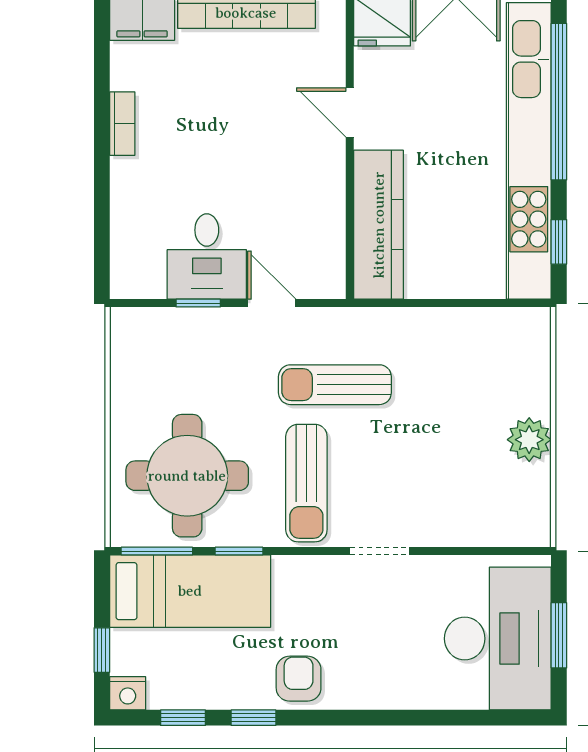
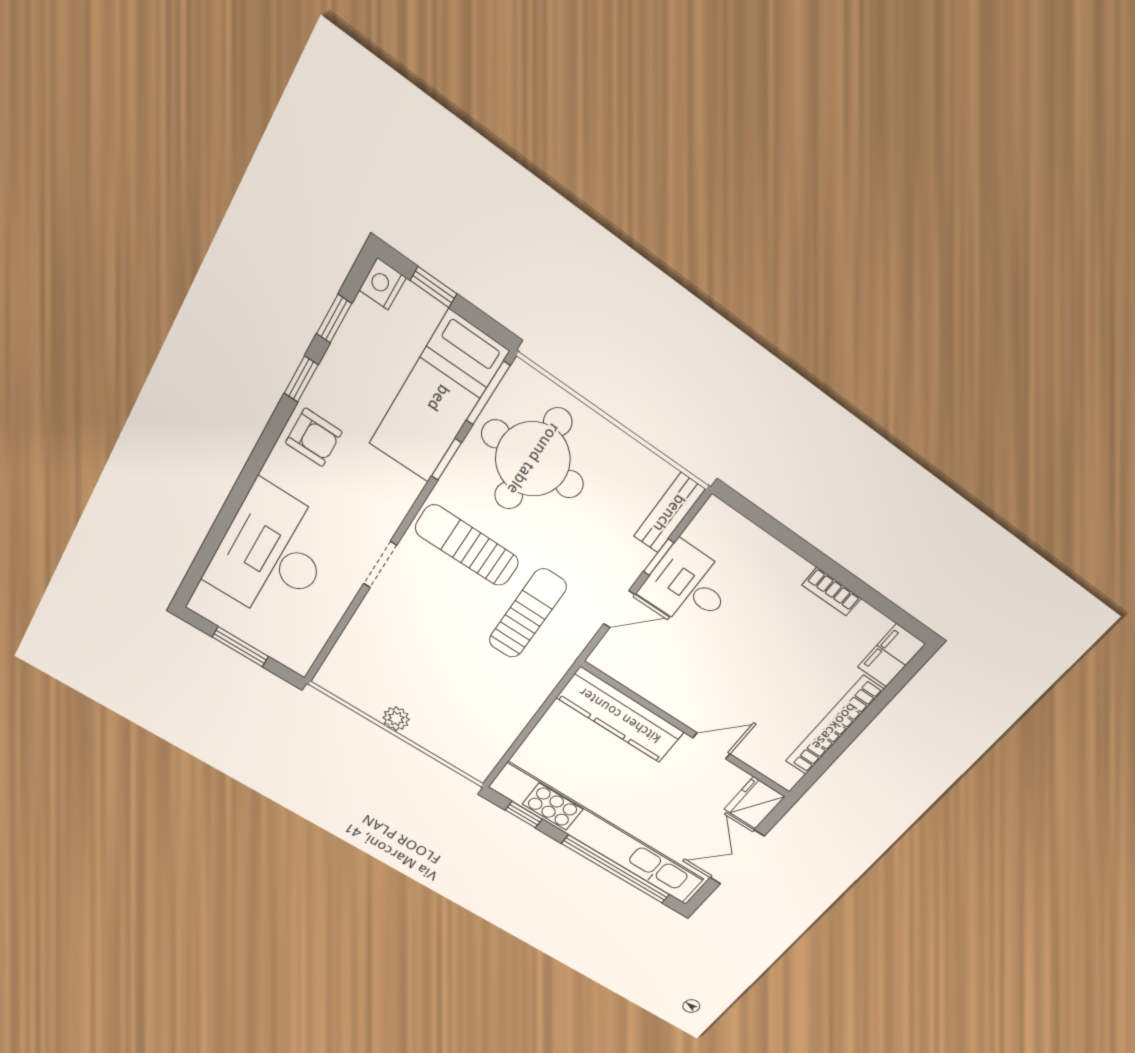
bench: (152, 323) -> (669, 513), added
plant: (529, 440) -> (396, 719), width x0.73, depth x0.73
desk: (498, 639) -> (272, 555), moved, turned 90

